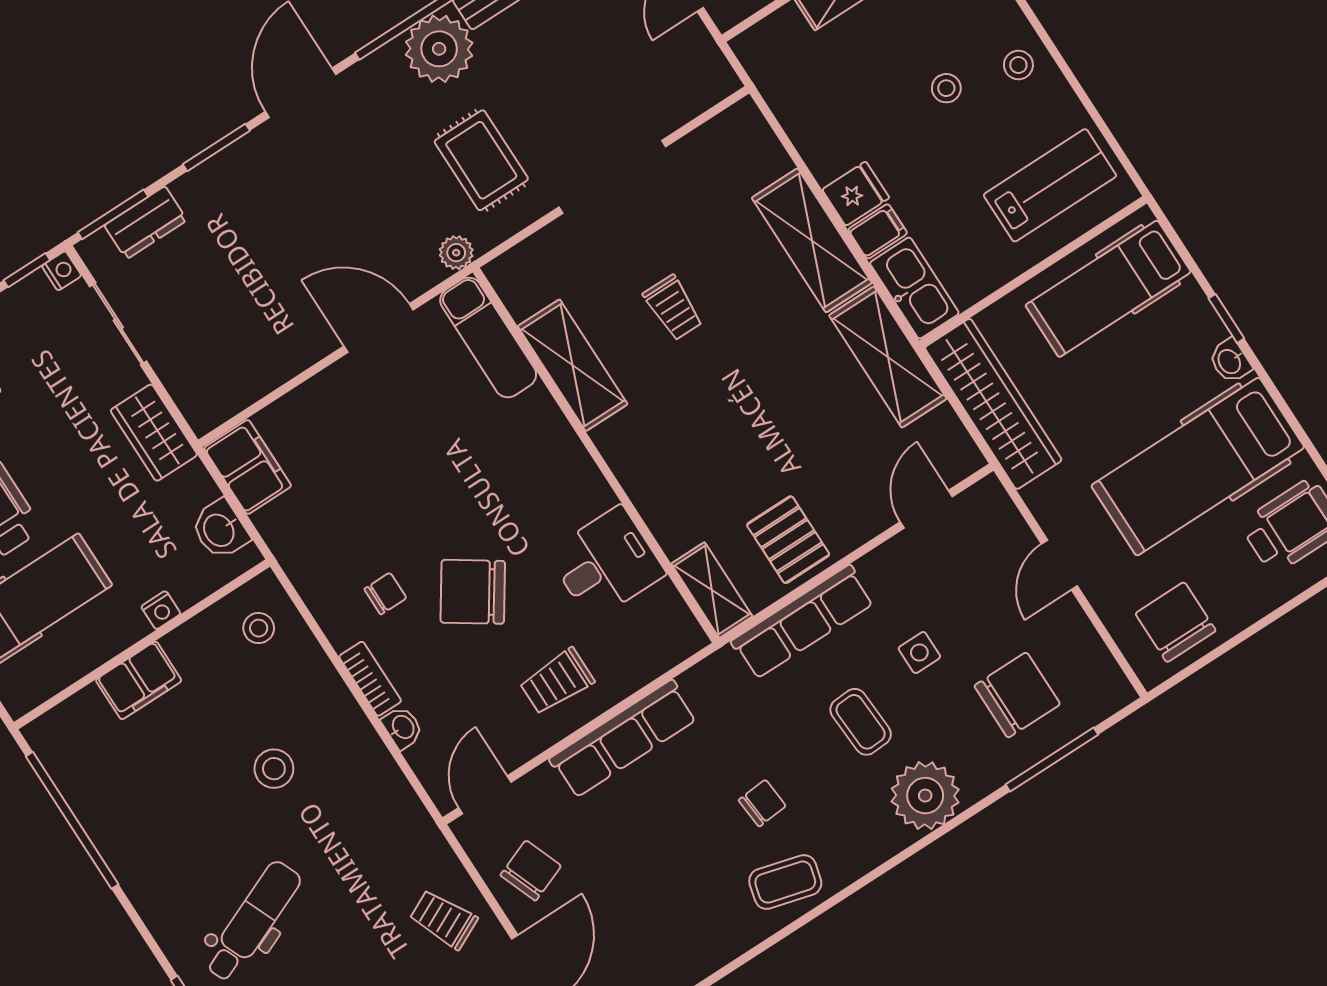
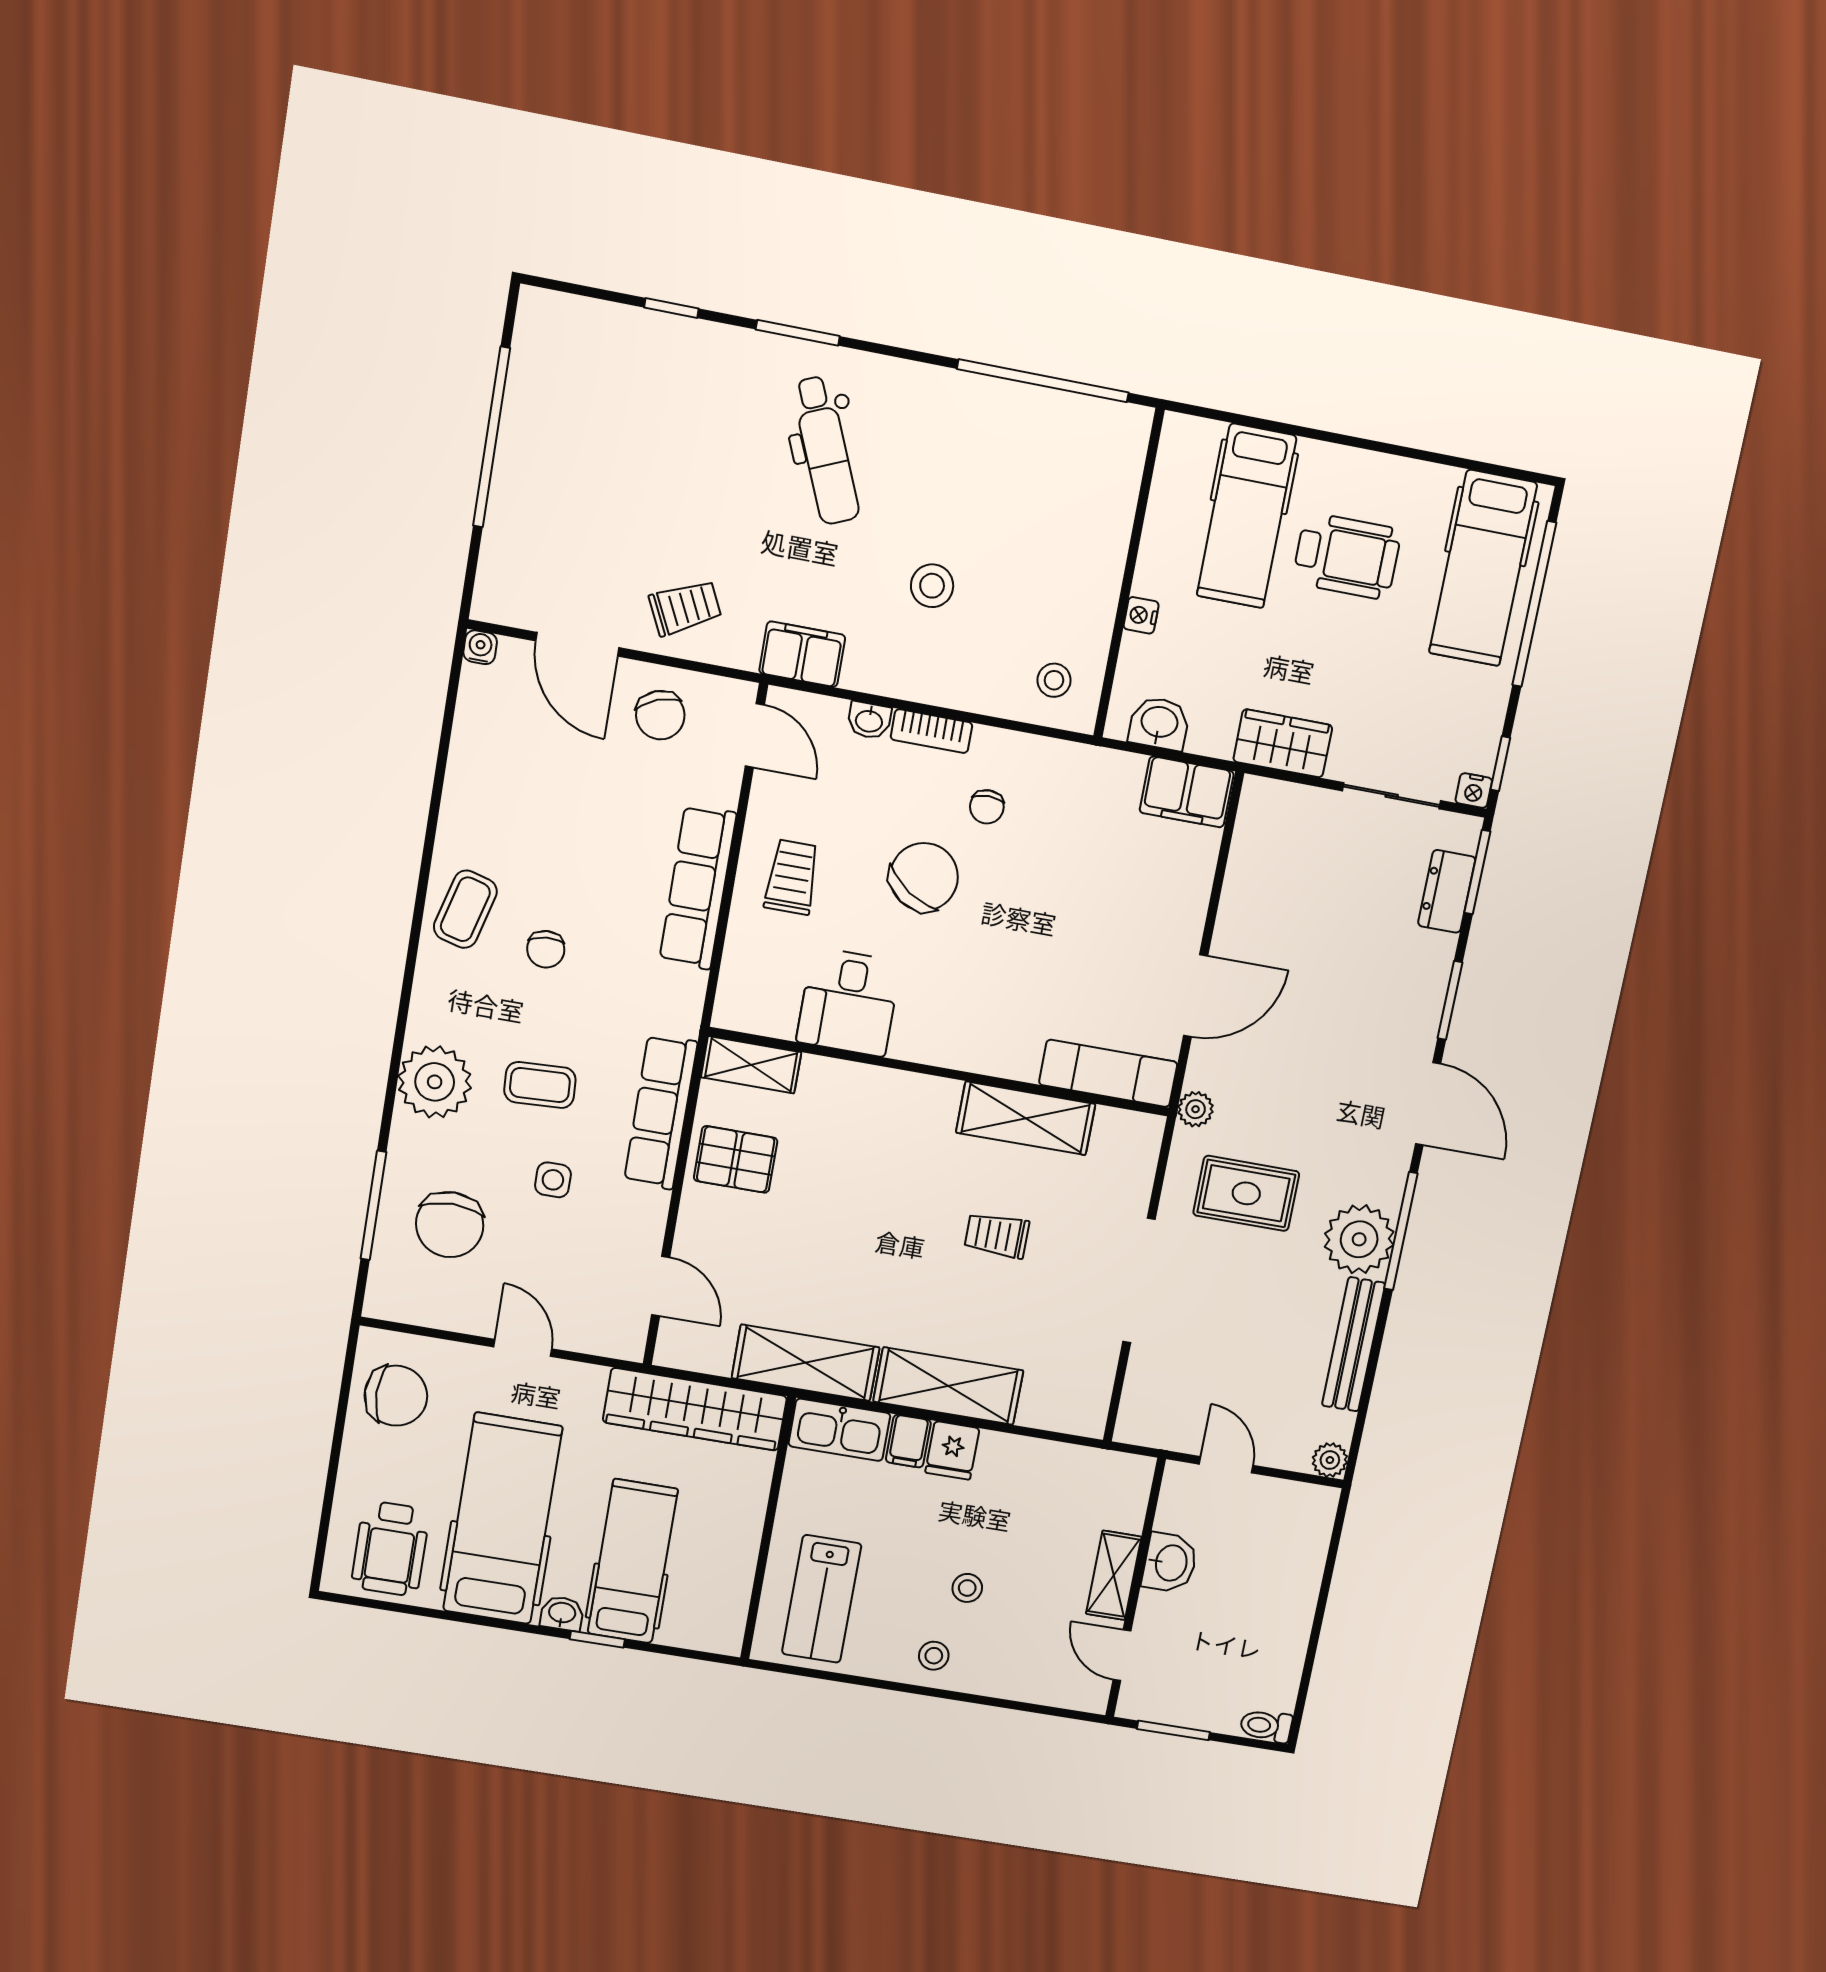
hospital bed: (1108, 289) -> (633, 1561), moved
filing cabinet: (139, 680) -> (802, 654), moved, turned 90

